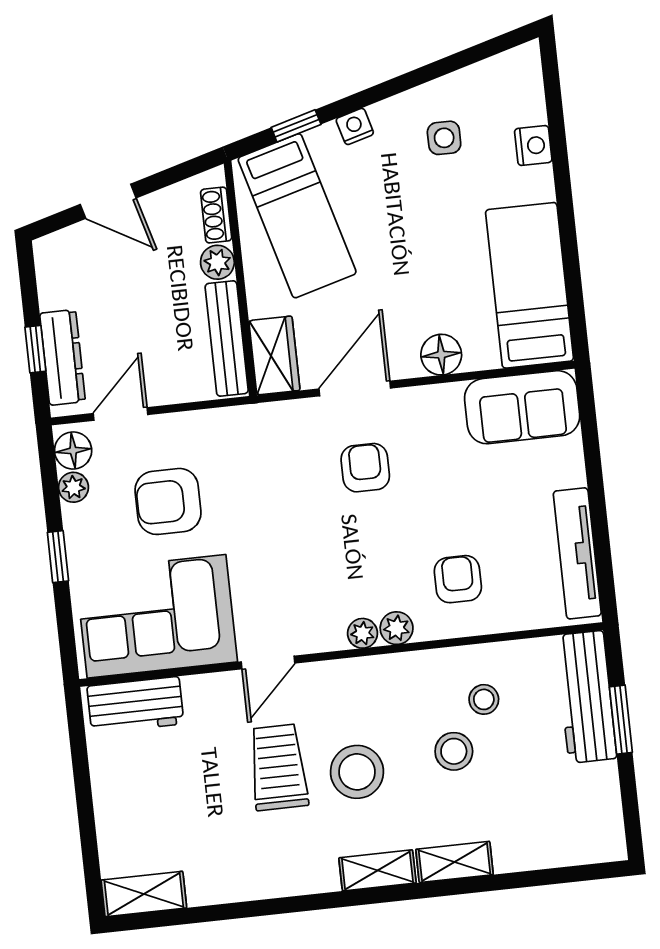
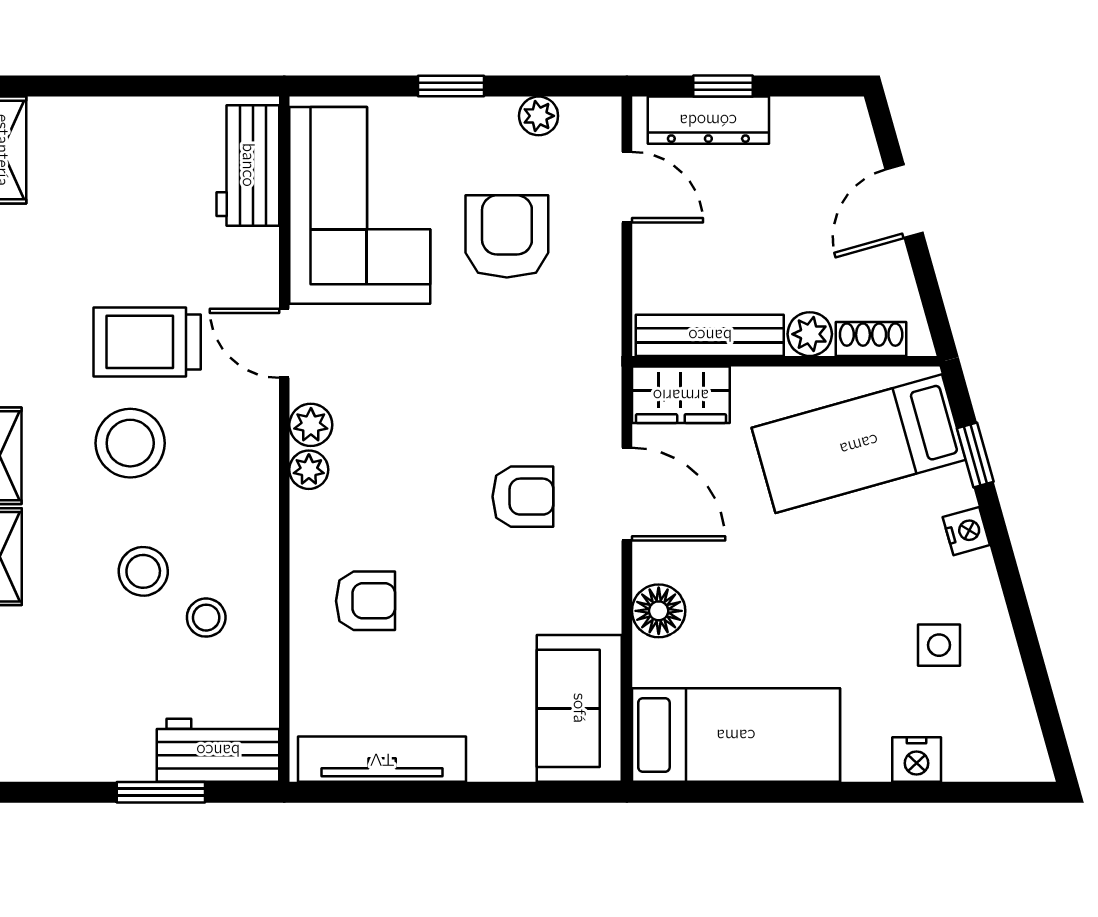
floor lamp: (73, 450) -> (586, 121), removed
plant: (397, 628) -> (311, 425), moved
workbench: (586, 697) -> (218, 750), width x0.73
trolley: (278, 767) -> (147, 342), turned 180

